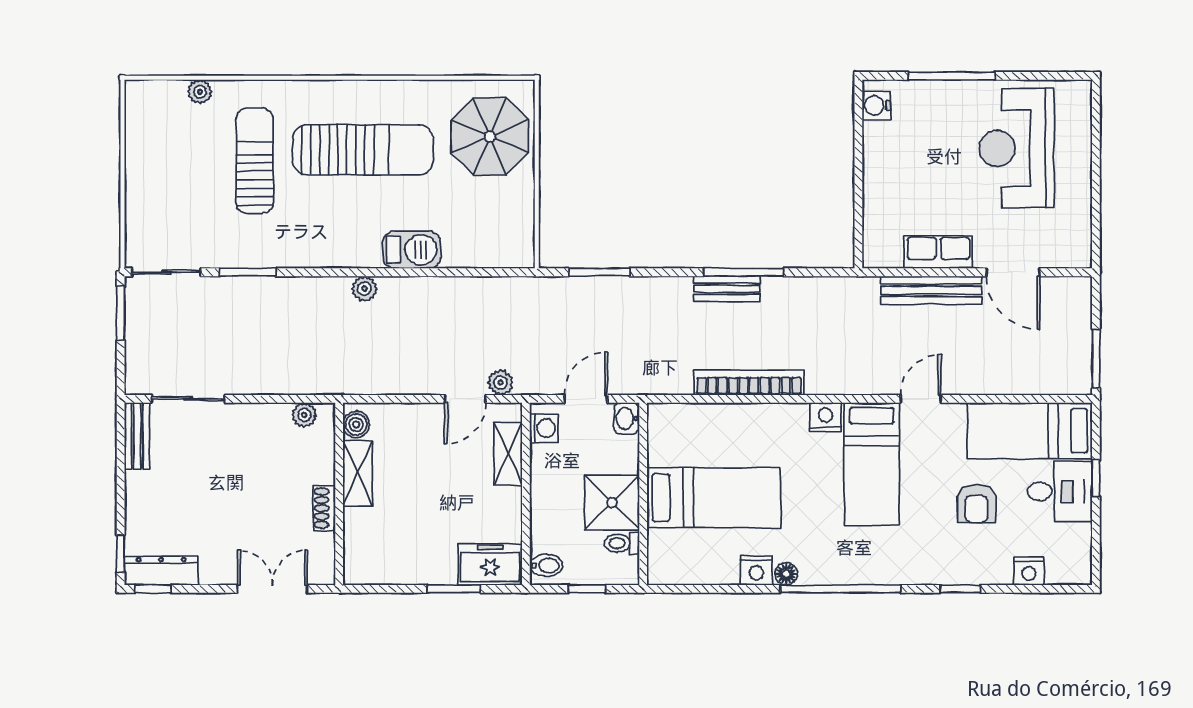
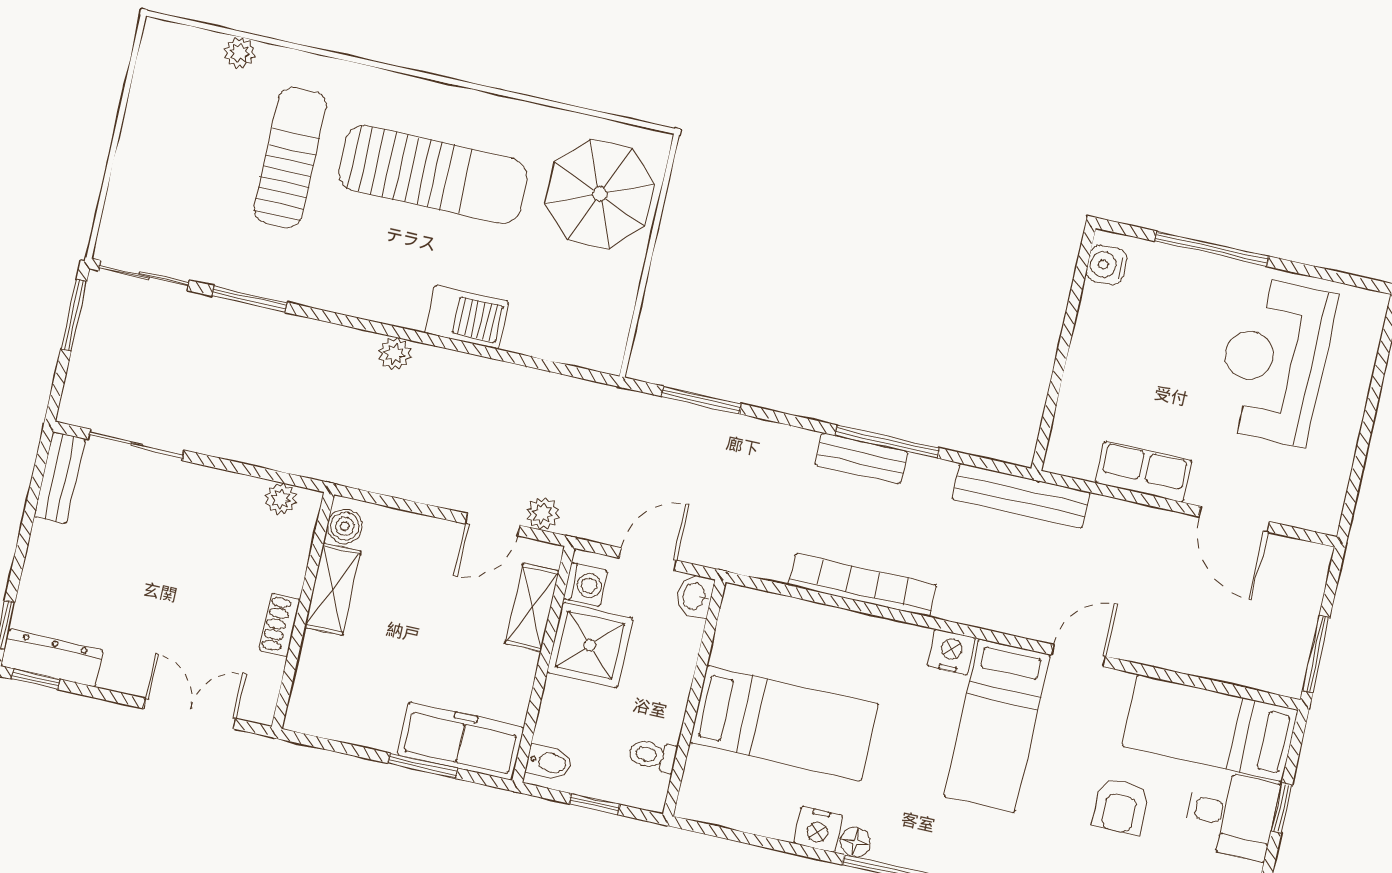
bench: (931, 290) -> (1021, 496), moved
shower: (612, 503) -> (590, 645), moved
freezer: (490, 564) -> (461, 741), width x1.40

